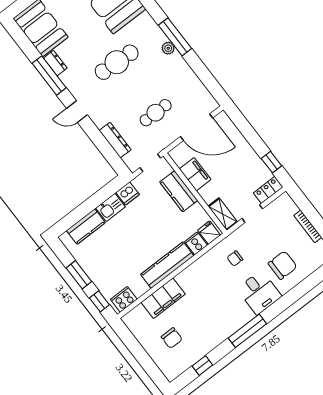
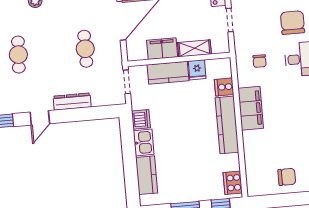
cafe table: (117, 62) -> (18, 55), width x0.73, depth x0.74
dresser: (115, 140) -> (72, 102), moved
shelving: (223, 214) -> (194, 48), moved
fridge: (209, 233) -> (197, 70), moved, turned -90
filing cabinet: (163, 298) -> (251, 108), moved
chair: (172, 338) -> (287, 177), moved

